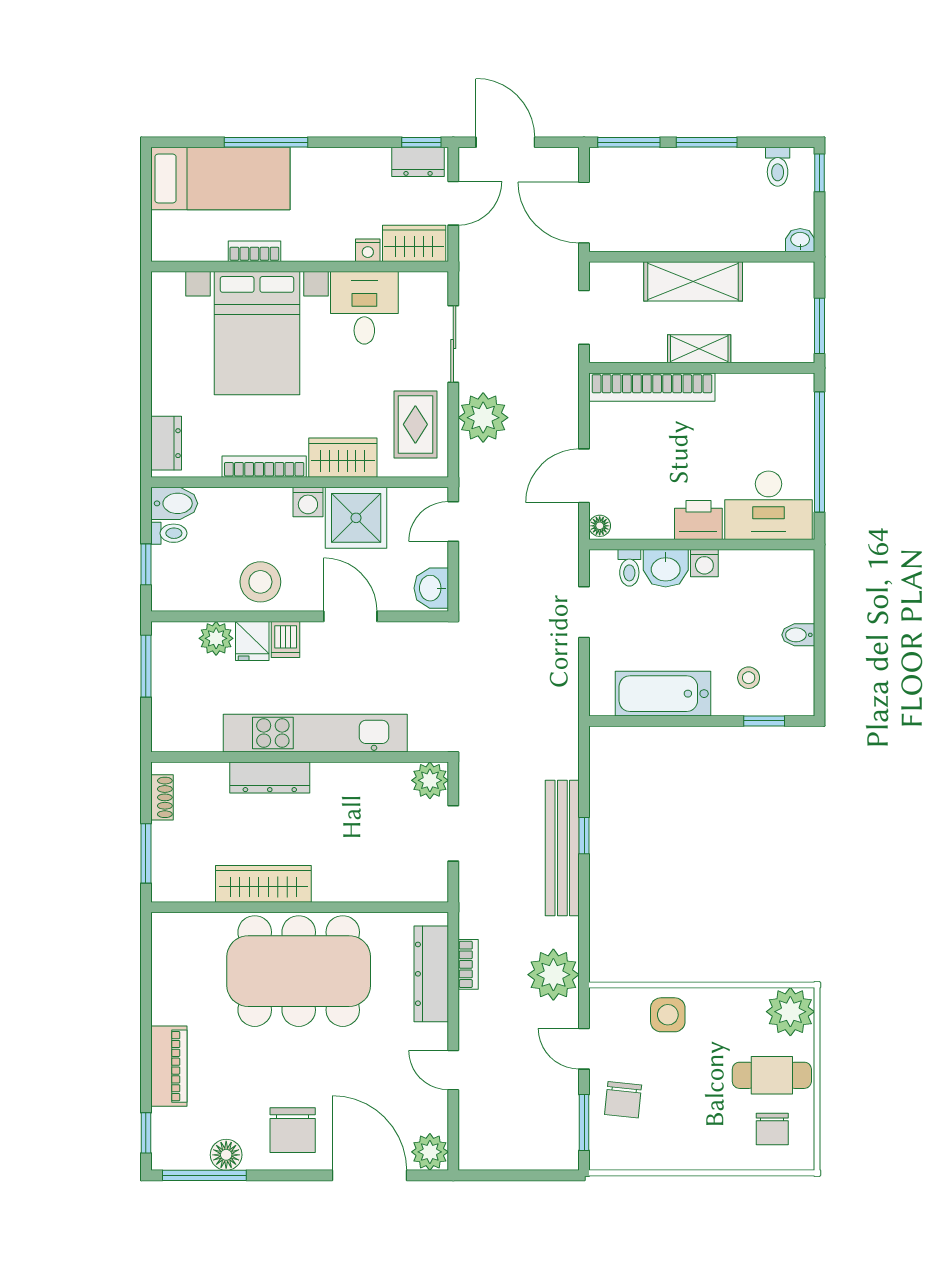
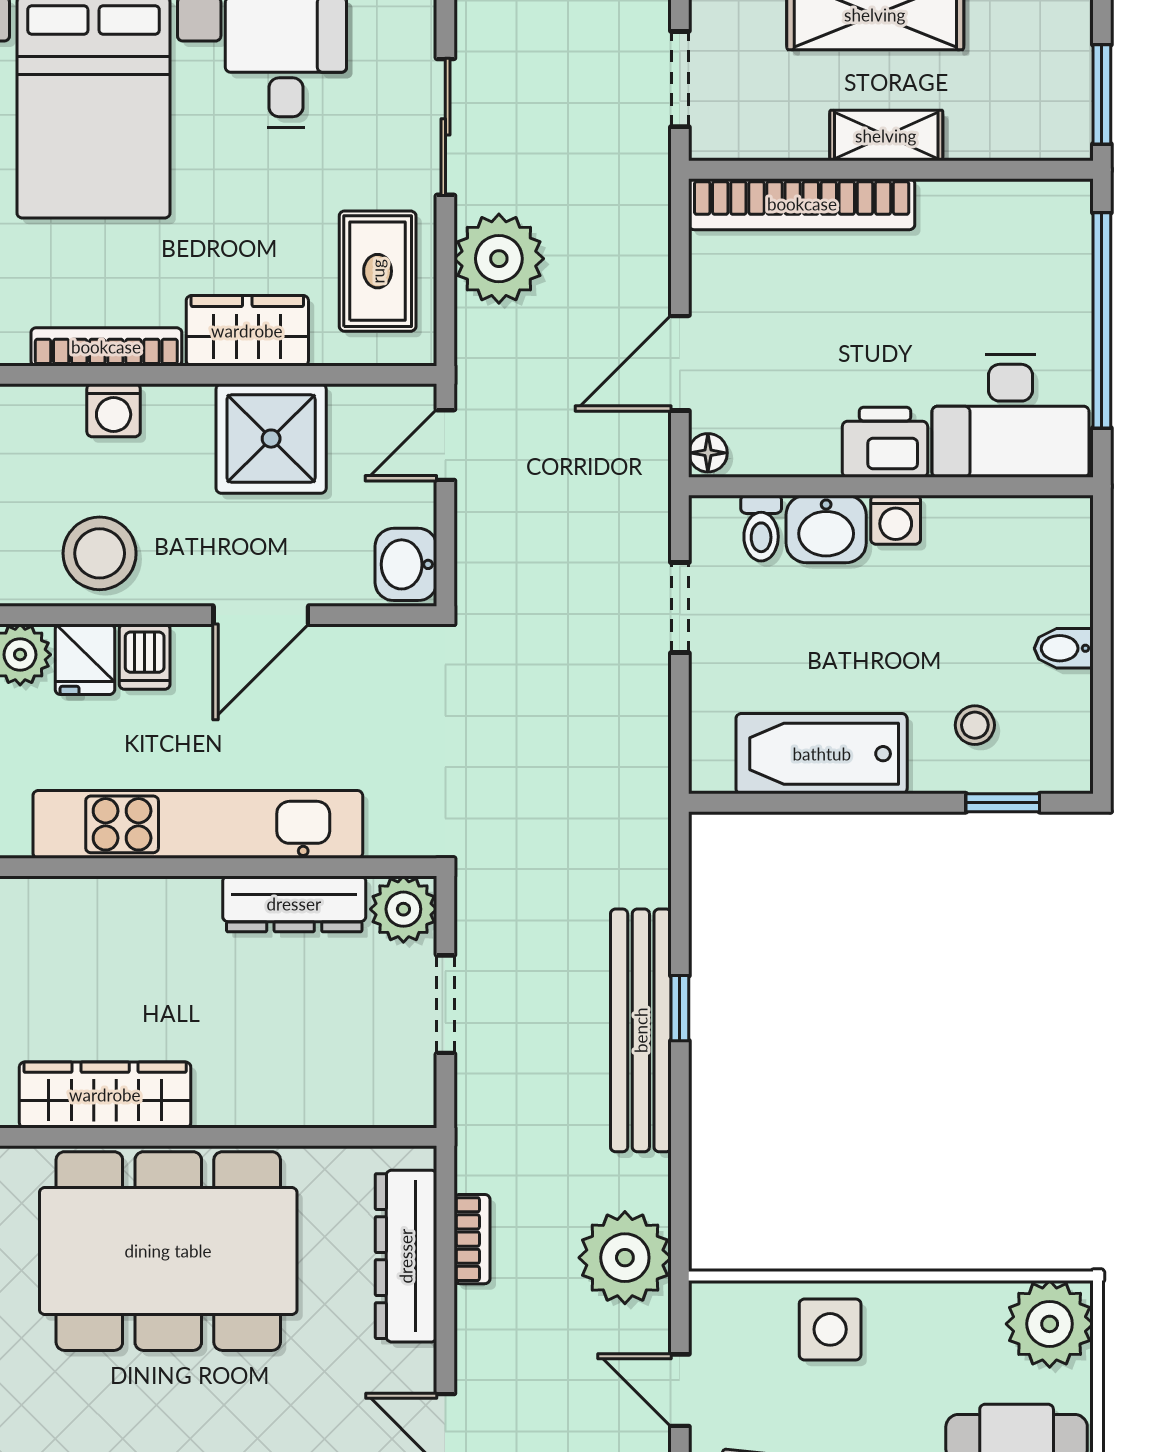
washing machine: (308, 502) -> (114, 410), moved
door: (350, 616) -> (261, 615), swing flipped
dresser: (270, 777) -> (294, 904), moved

